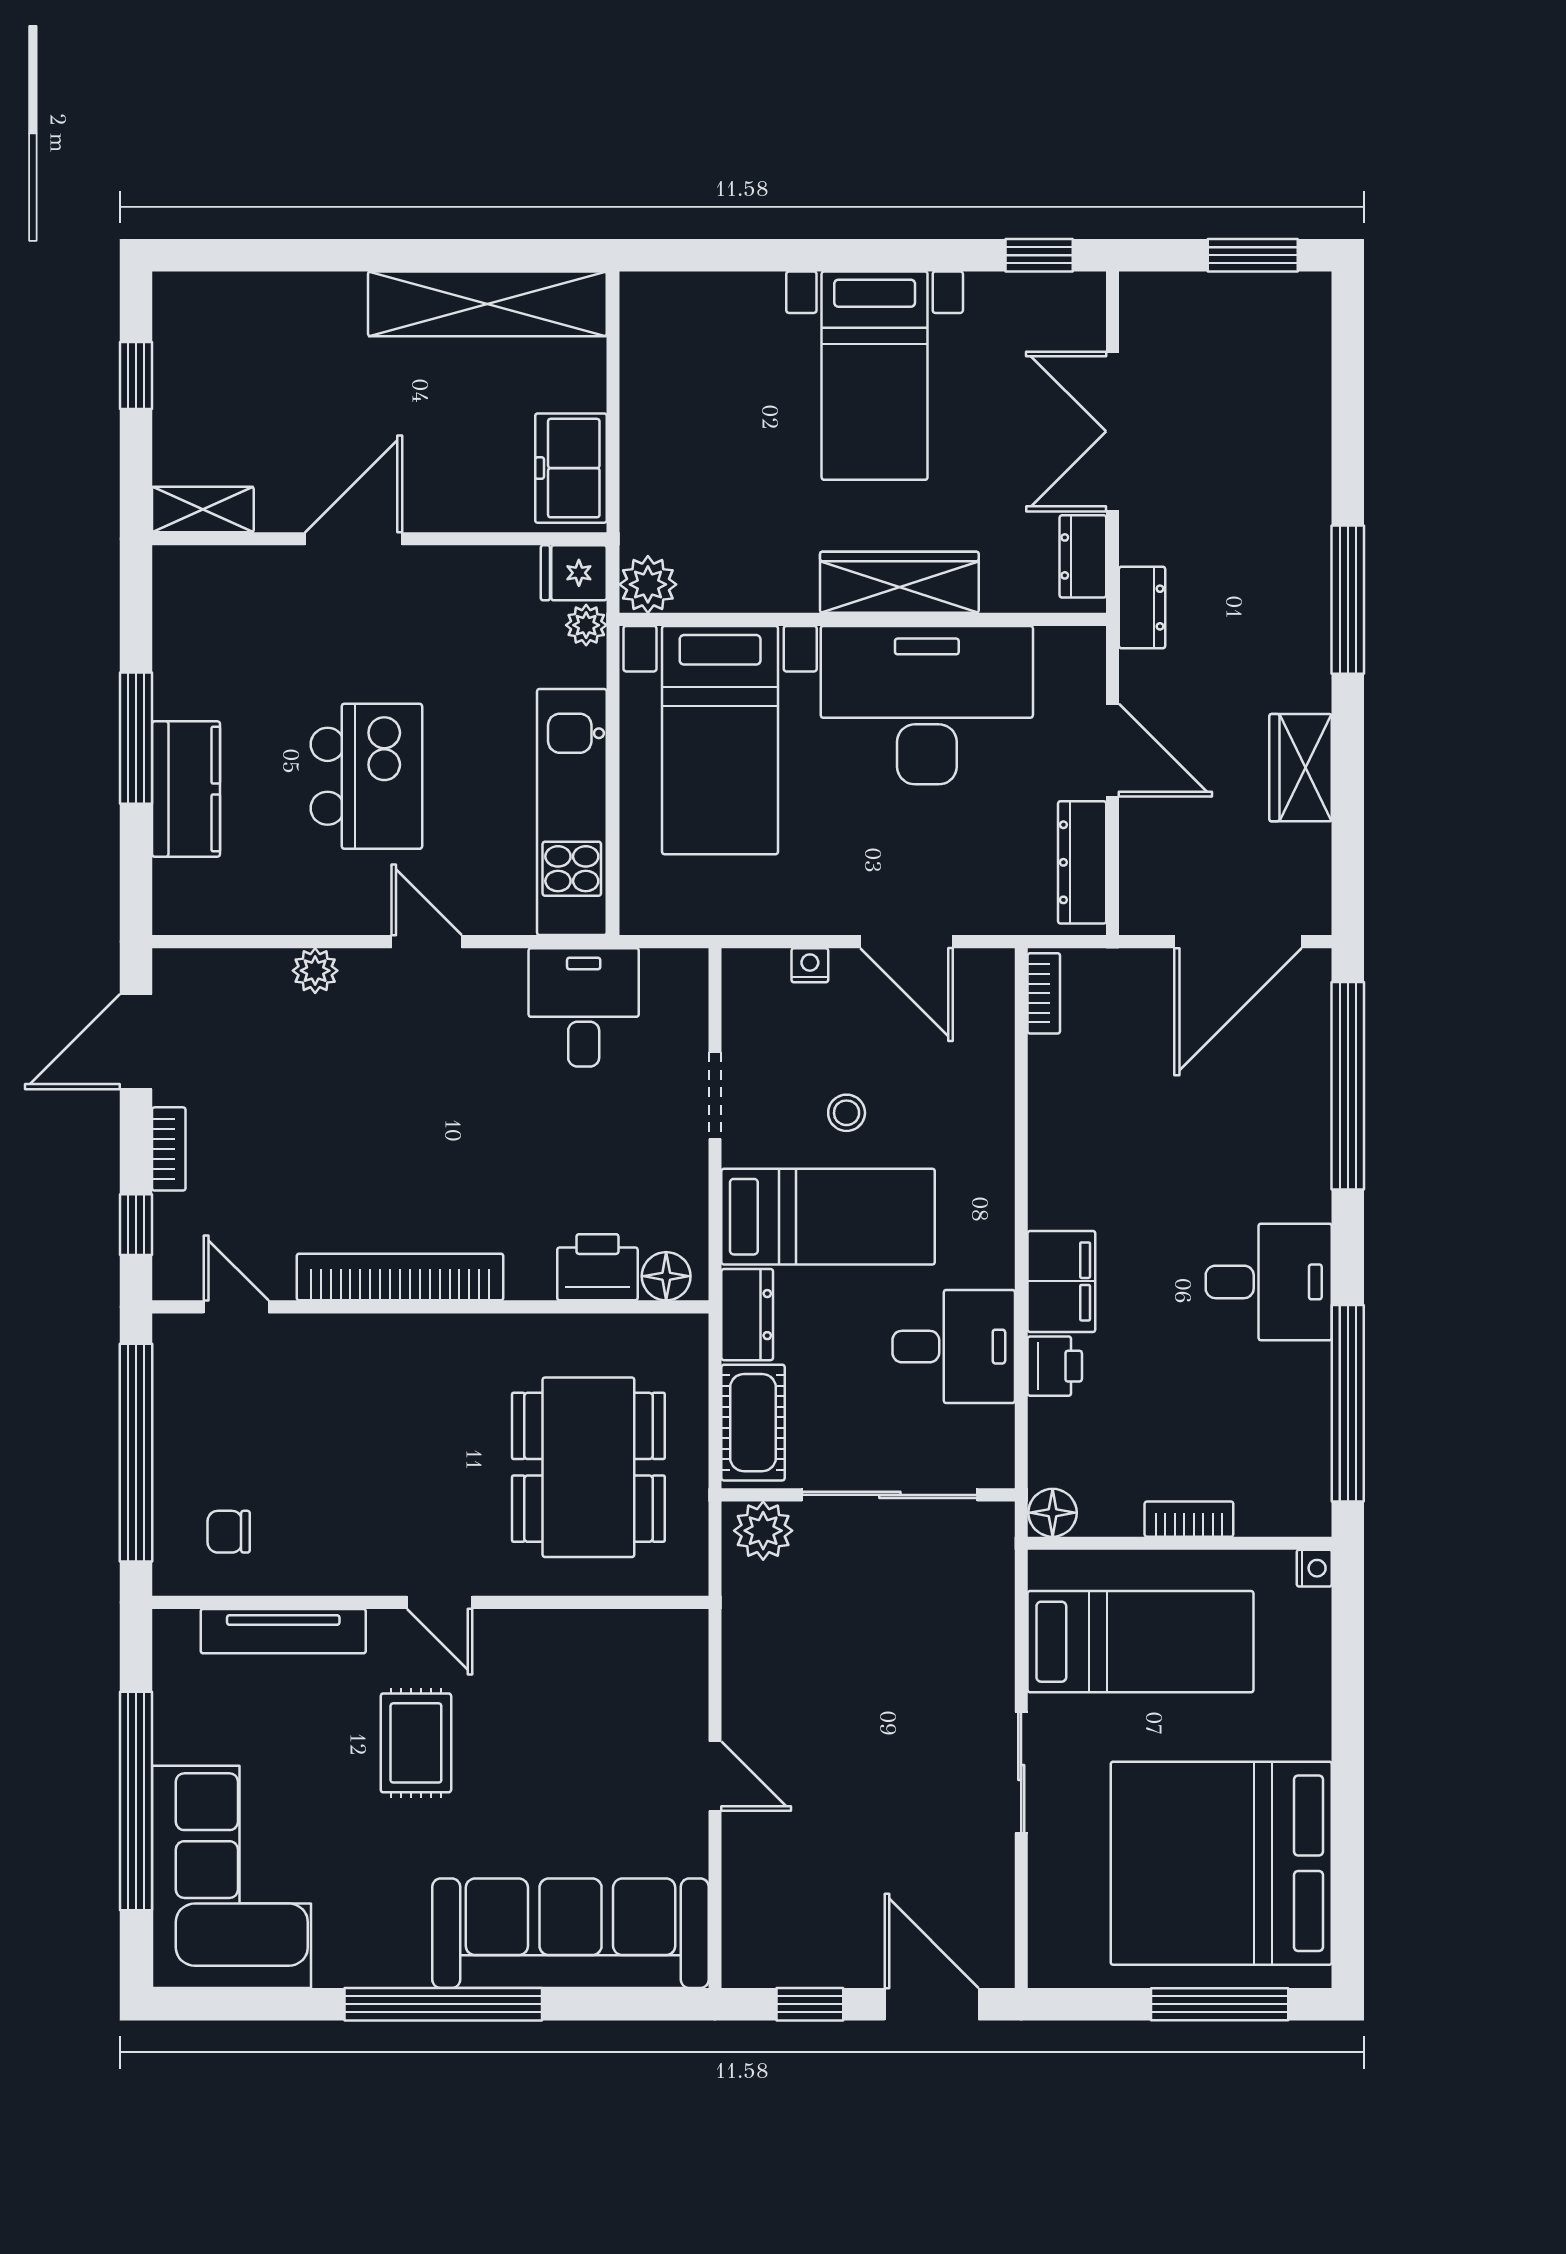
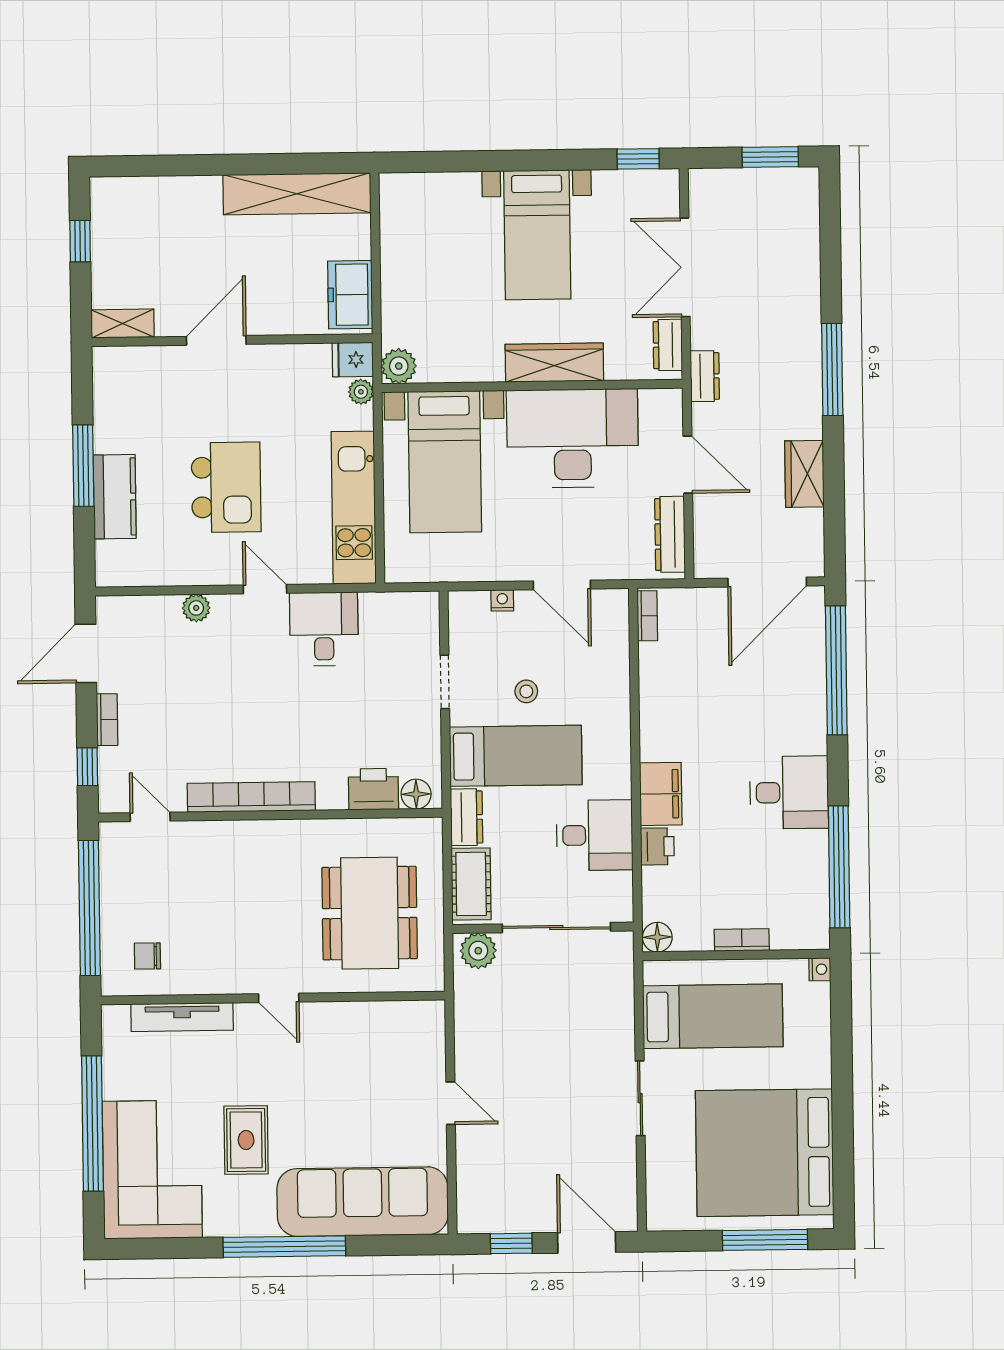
desk: (584, 1007) -> (324, 629), moved
rug: (416, 1743) -> (246, 1140), moved

